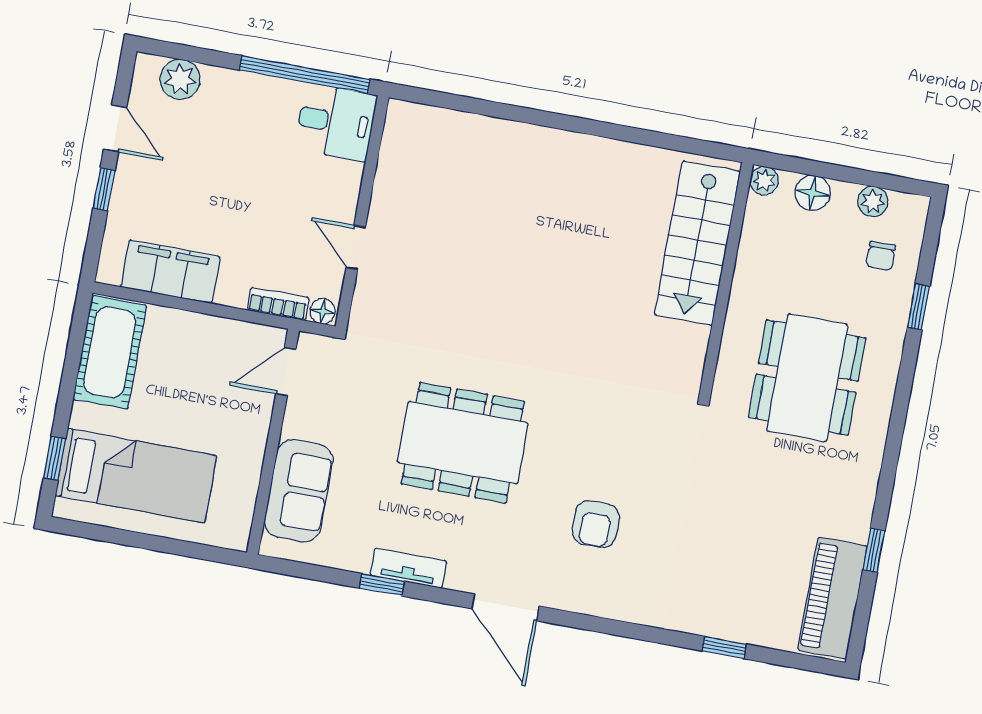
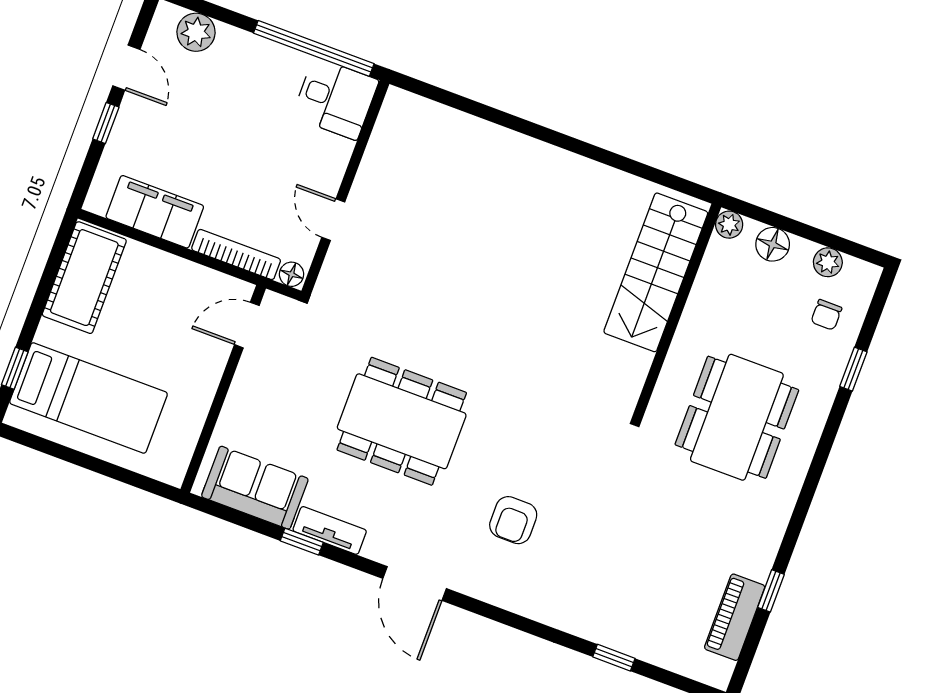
bookcase: (278, 304) -> (236, 255), width x1.56
sofa: (299, 491) -> (255, 488), moved, turned -90
piano: (832, 598) -> (735, 617), width x0.73, depth x0.75

